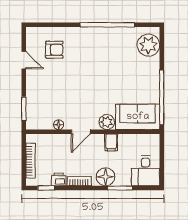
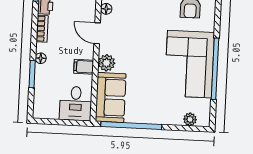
plant: (148, 45) -> (190, 119), width x0.53, depth x0.53
corner sofa: (104, 48) -> (189, 64), added
desk: (146, 171) -> (76, 103), moved, turned -90
floor lamp: (106, 177) -> (41, 58), width x0.53, depth x0.53

